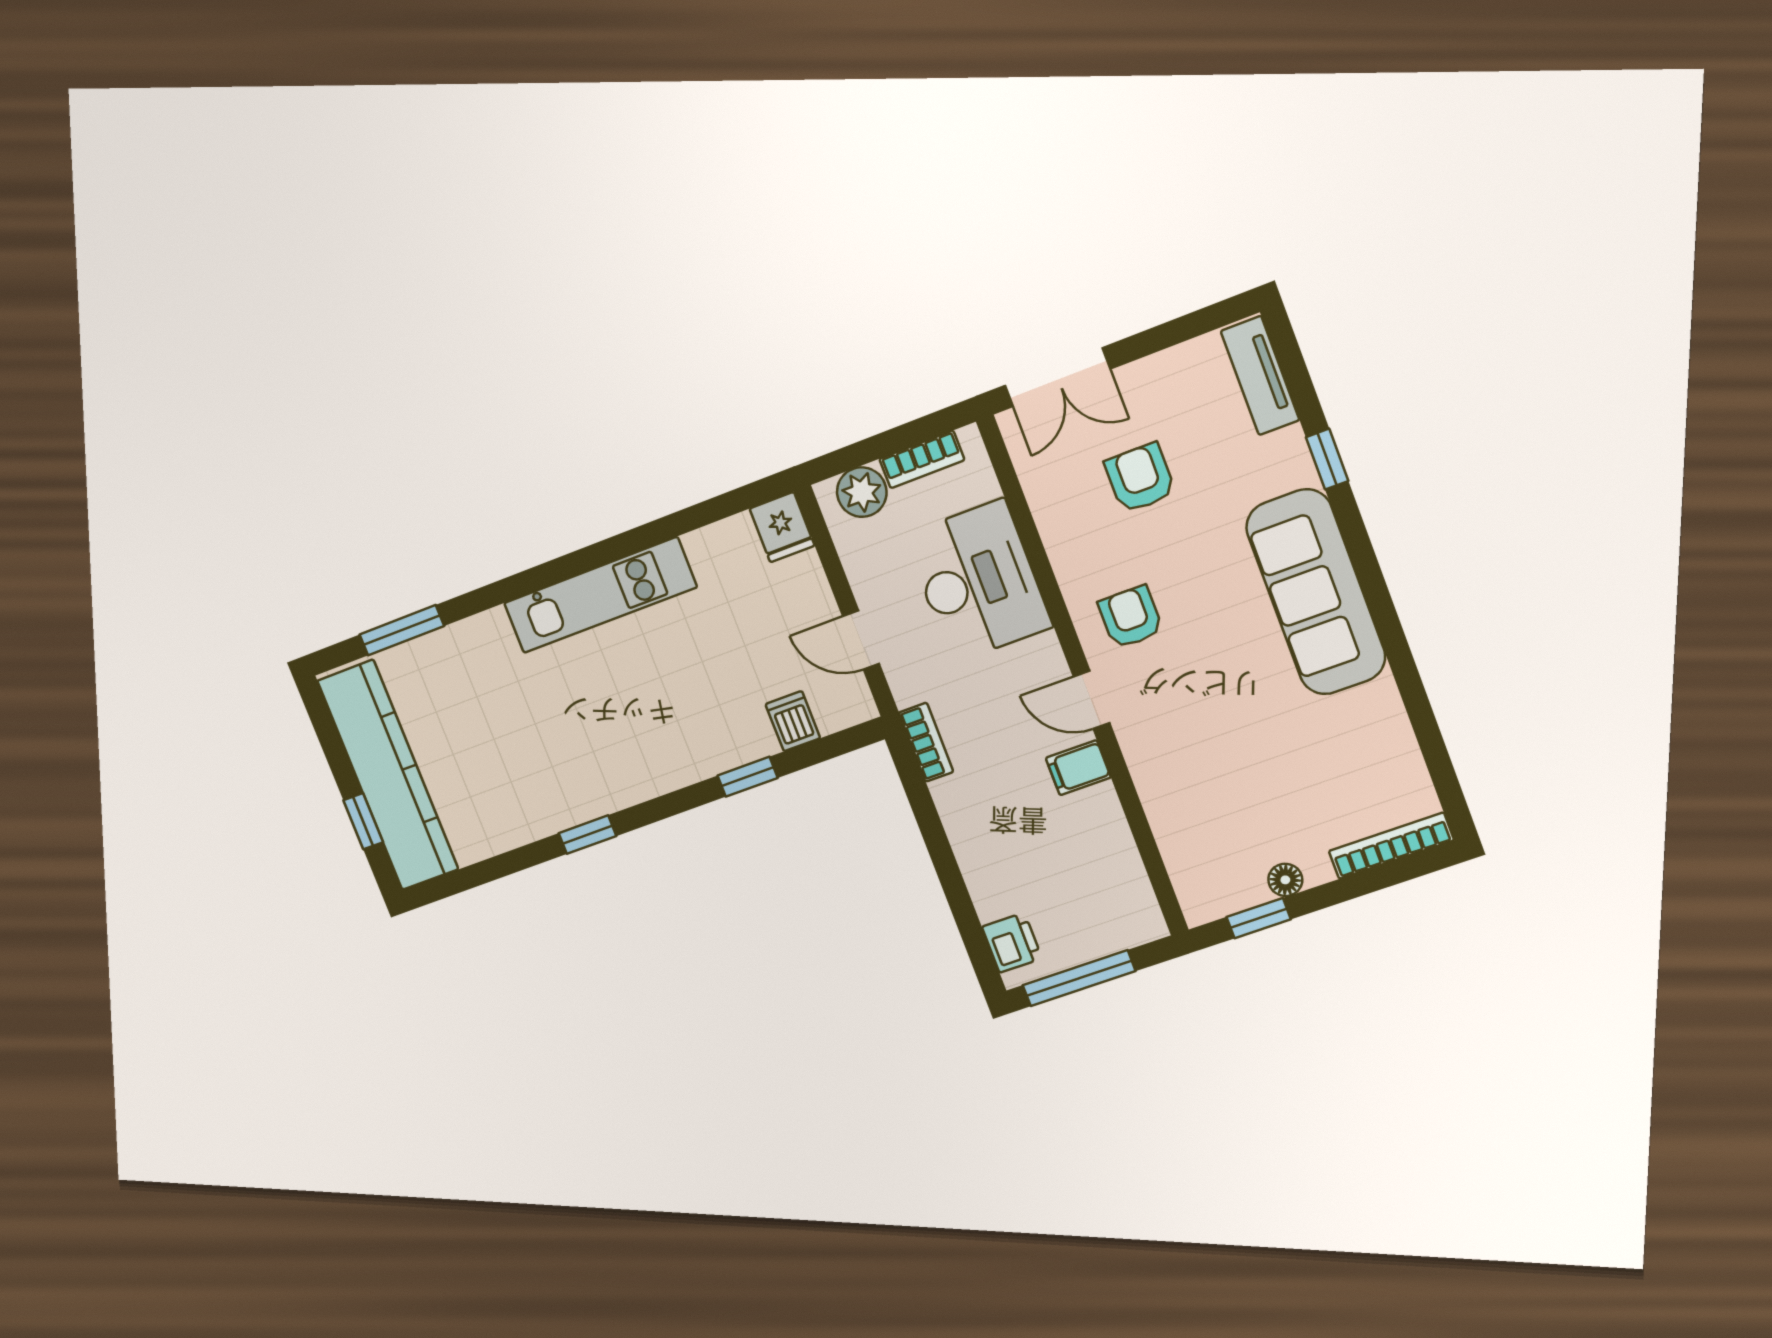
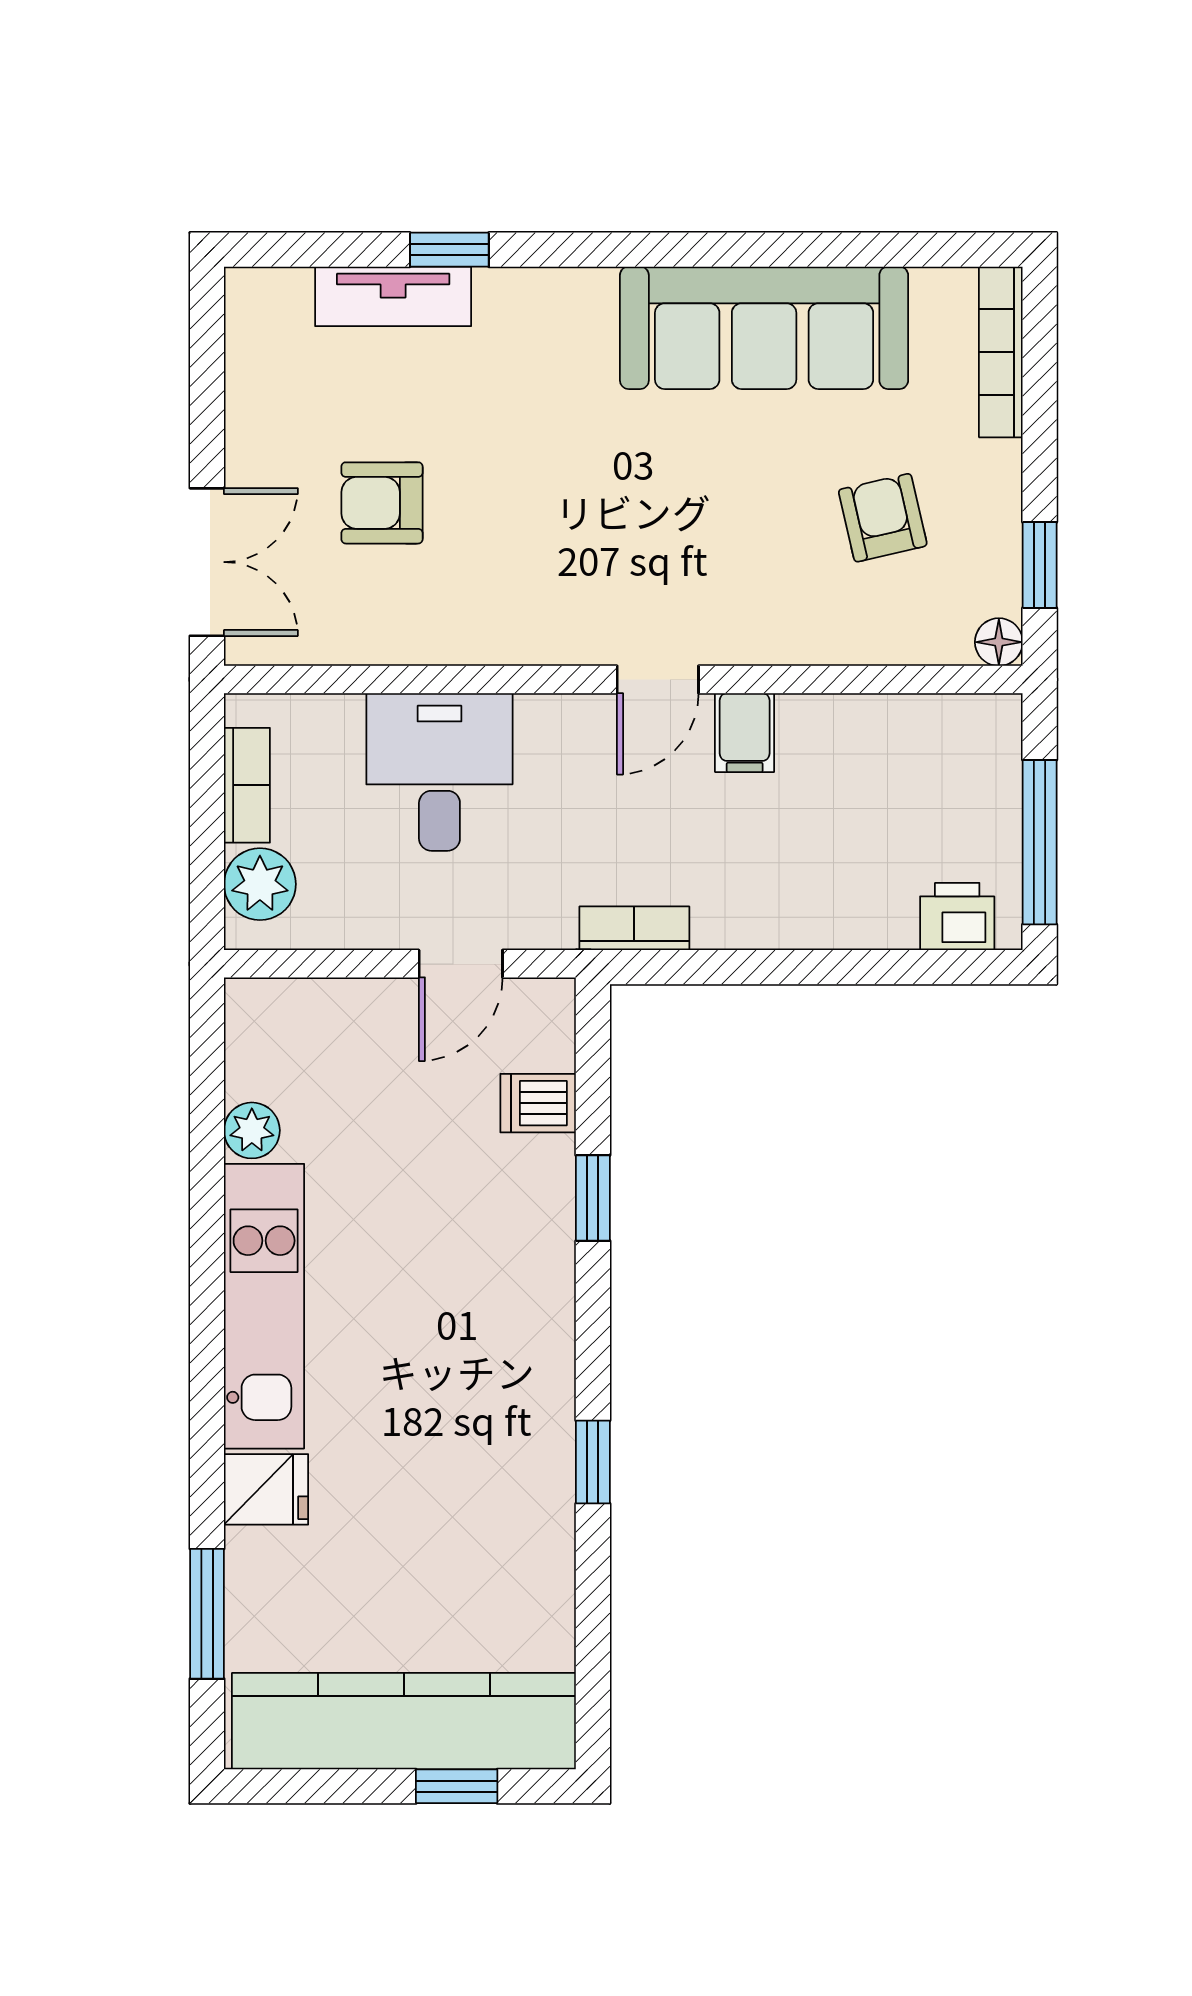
tv unit: (1260, 376) -> (393, 296), moved
fridge: (782, 527) -> (266, 1489), moved
plant: (705, 546) -> (252, 1130), added
desk: (978, 581) -> (439, 772), width x0.73
sofa: (1316, 592) -> (764, 328), moved
armchair: (1131, 617) -> (883, 518), moved, turned 77
floor lamp: (1285, 880) -> (999, 642), moved

